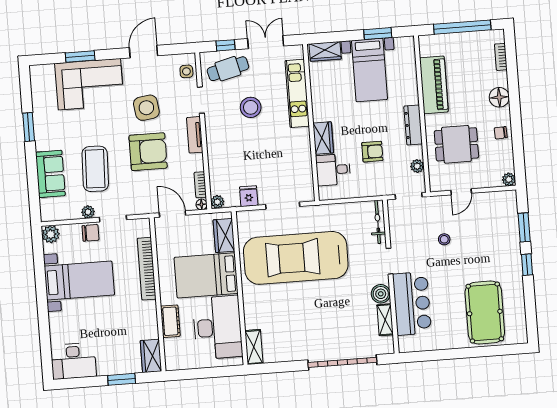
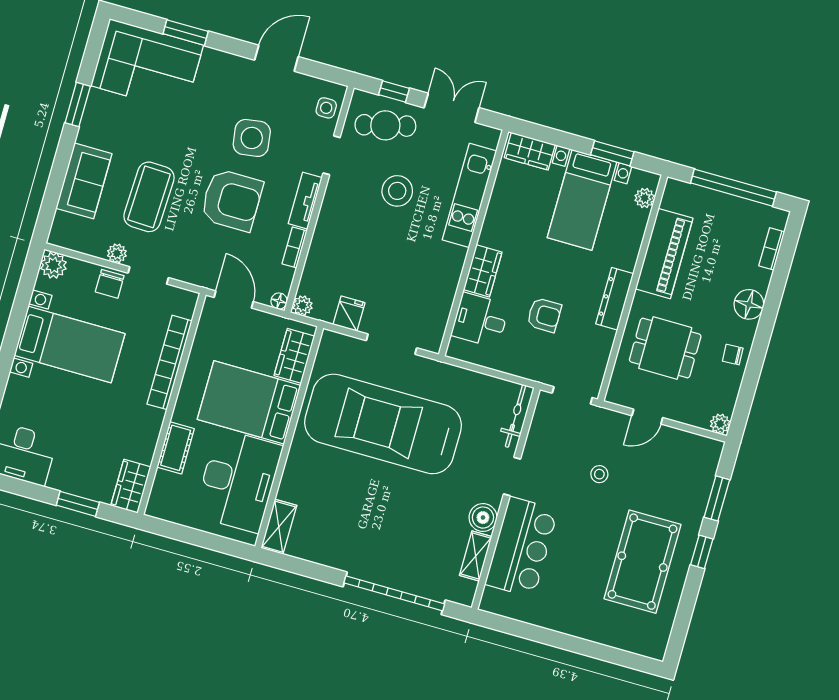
corner sofa: (89, 84) -> (147, 65), moved
plant: (417, 166) -> (645, 198), moved
bookcase: (200, 185) -> (295, 247), moved
chair: (91, 233) -> (110, 284), turned 90
pool table: (485, 313) -> (643, 562), moved

